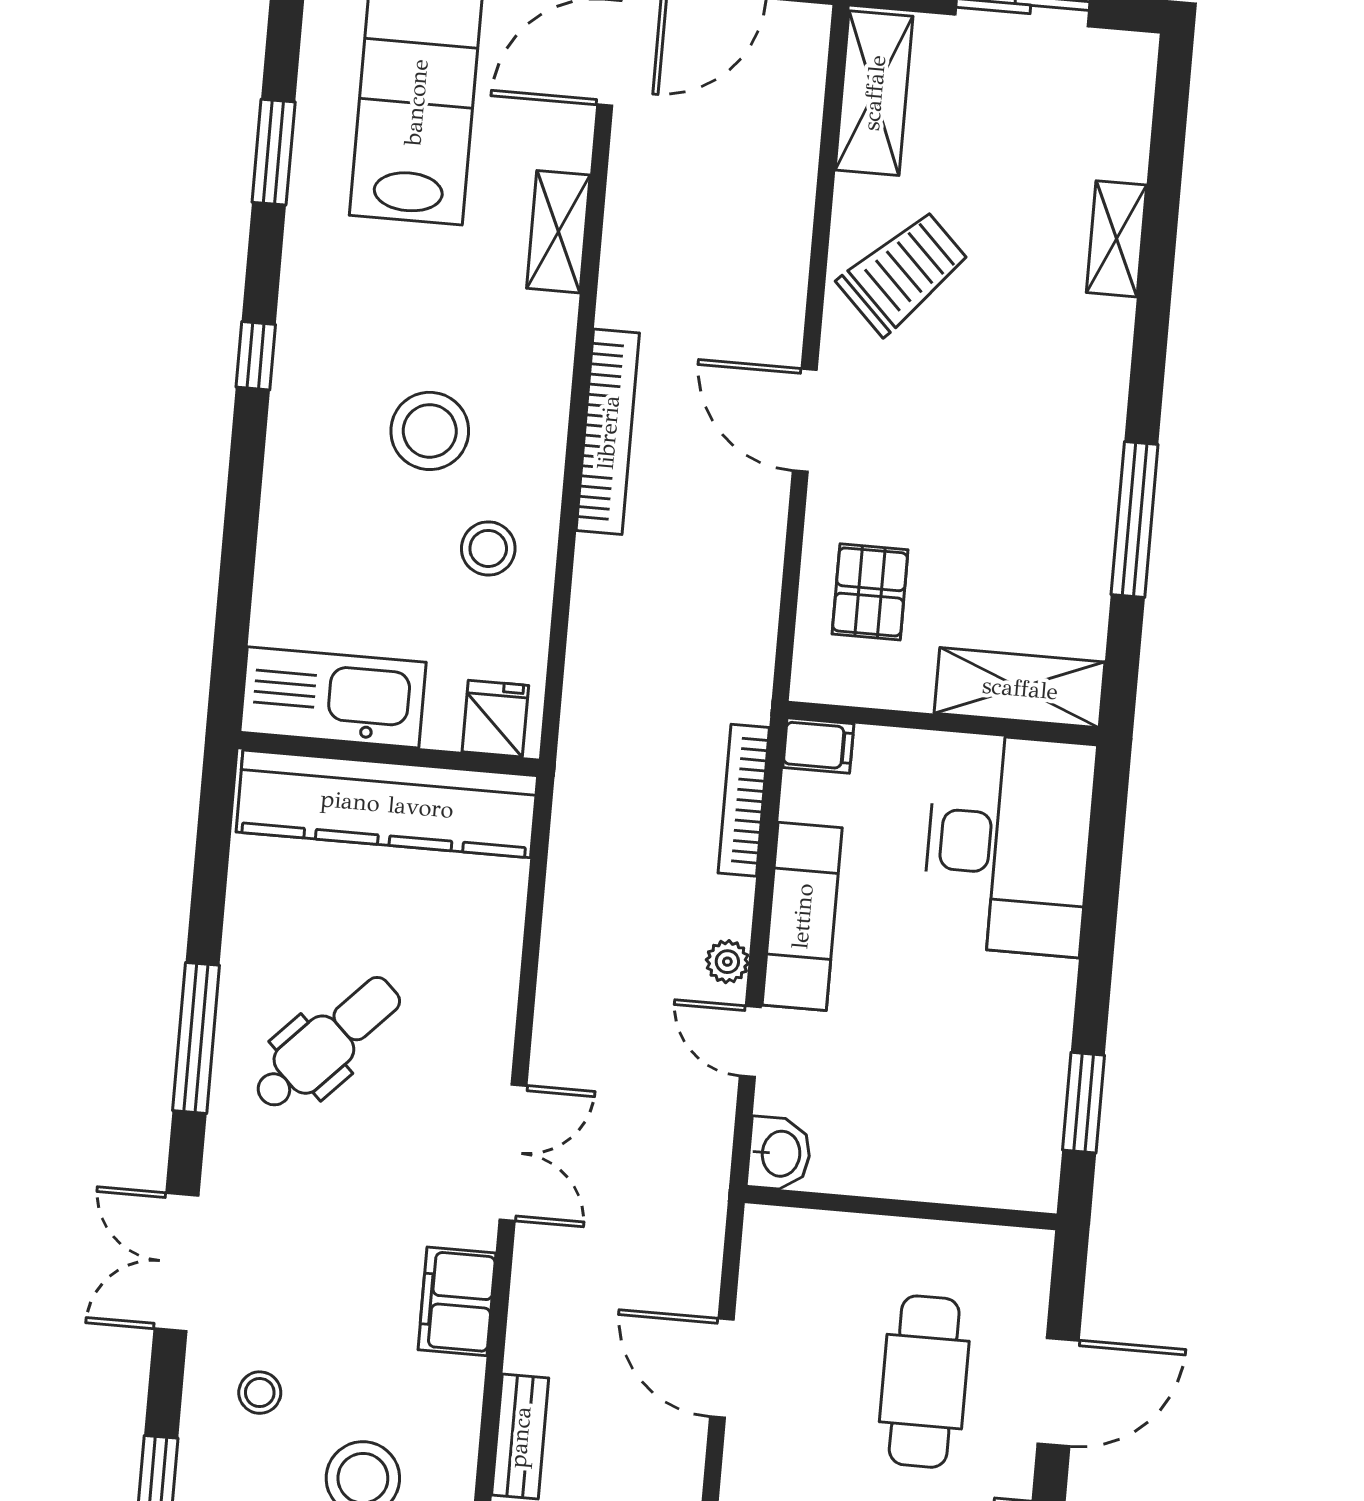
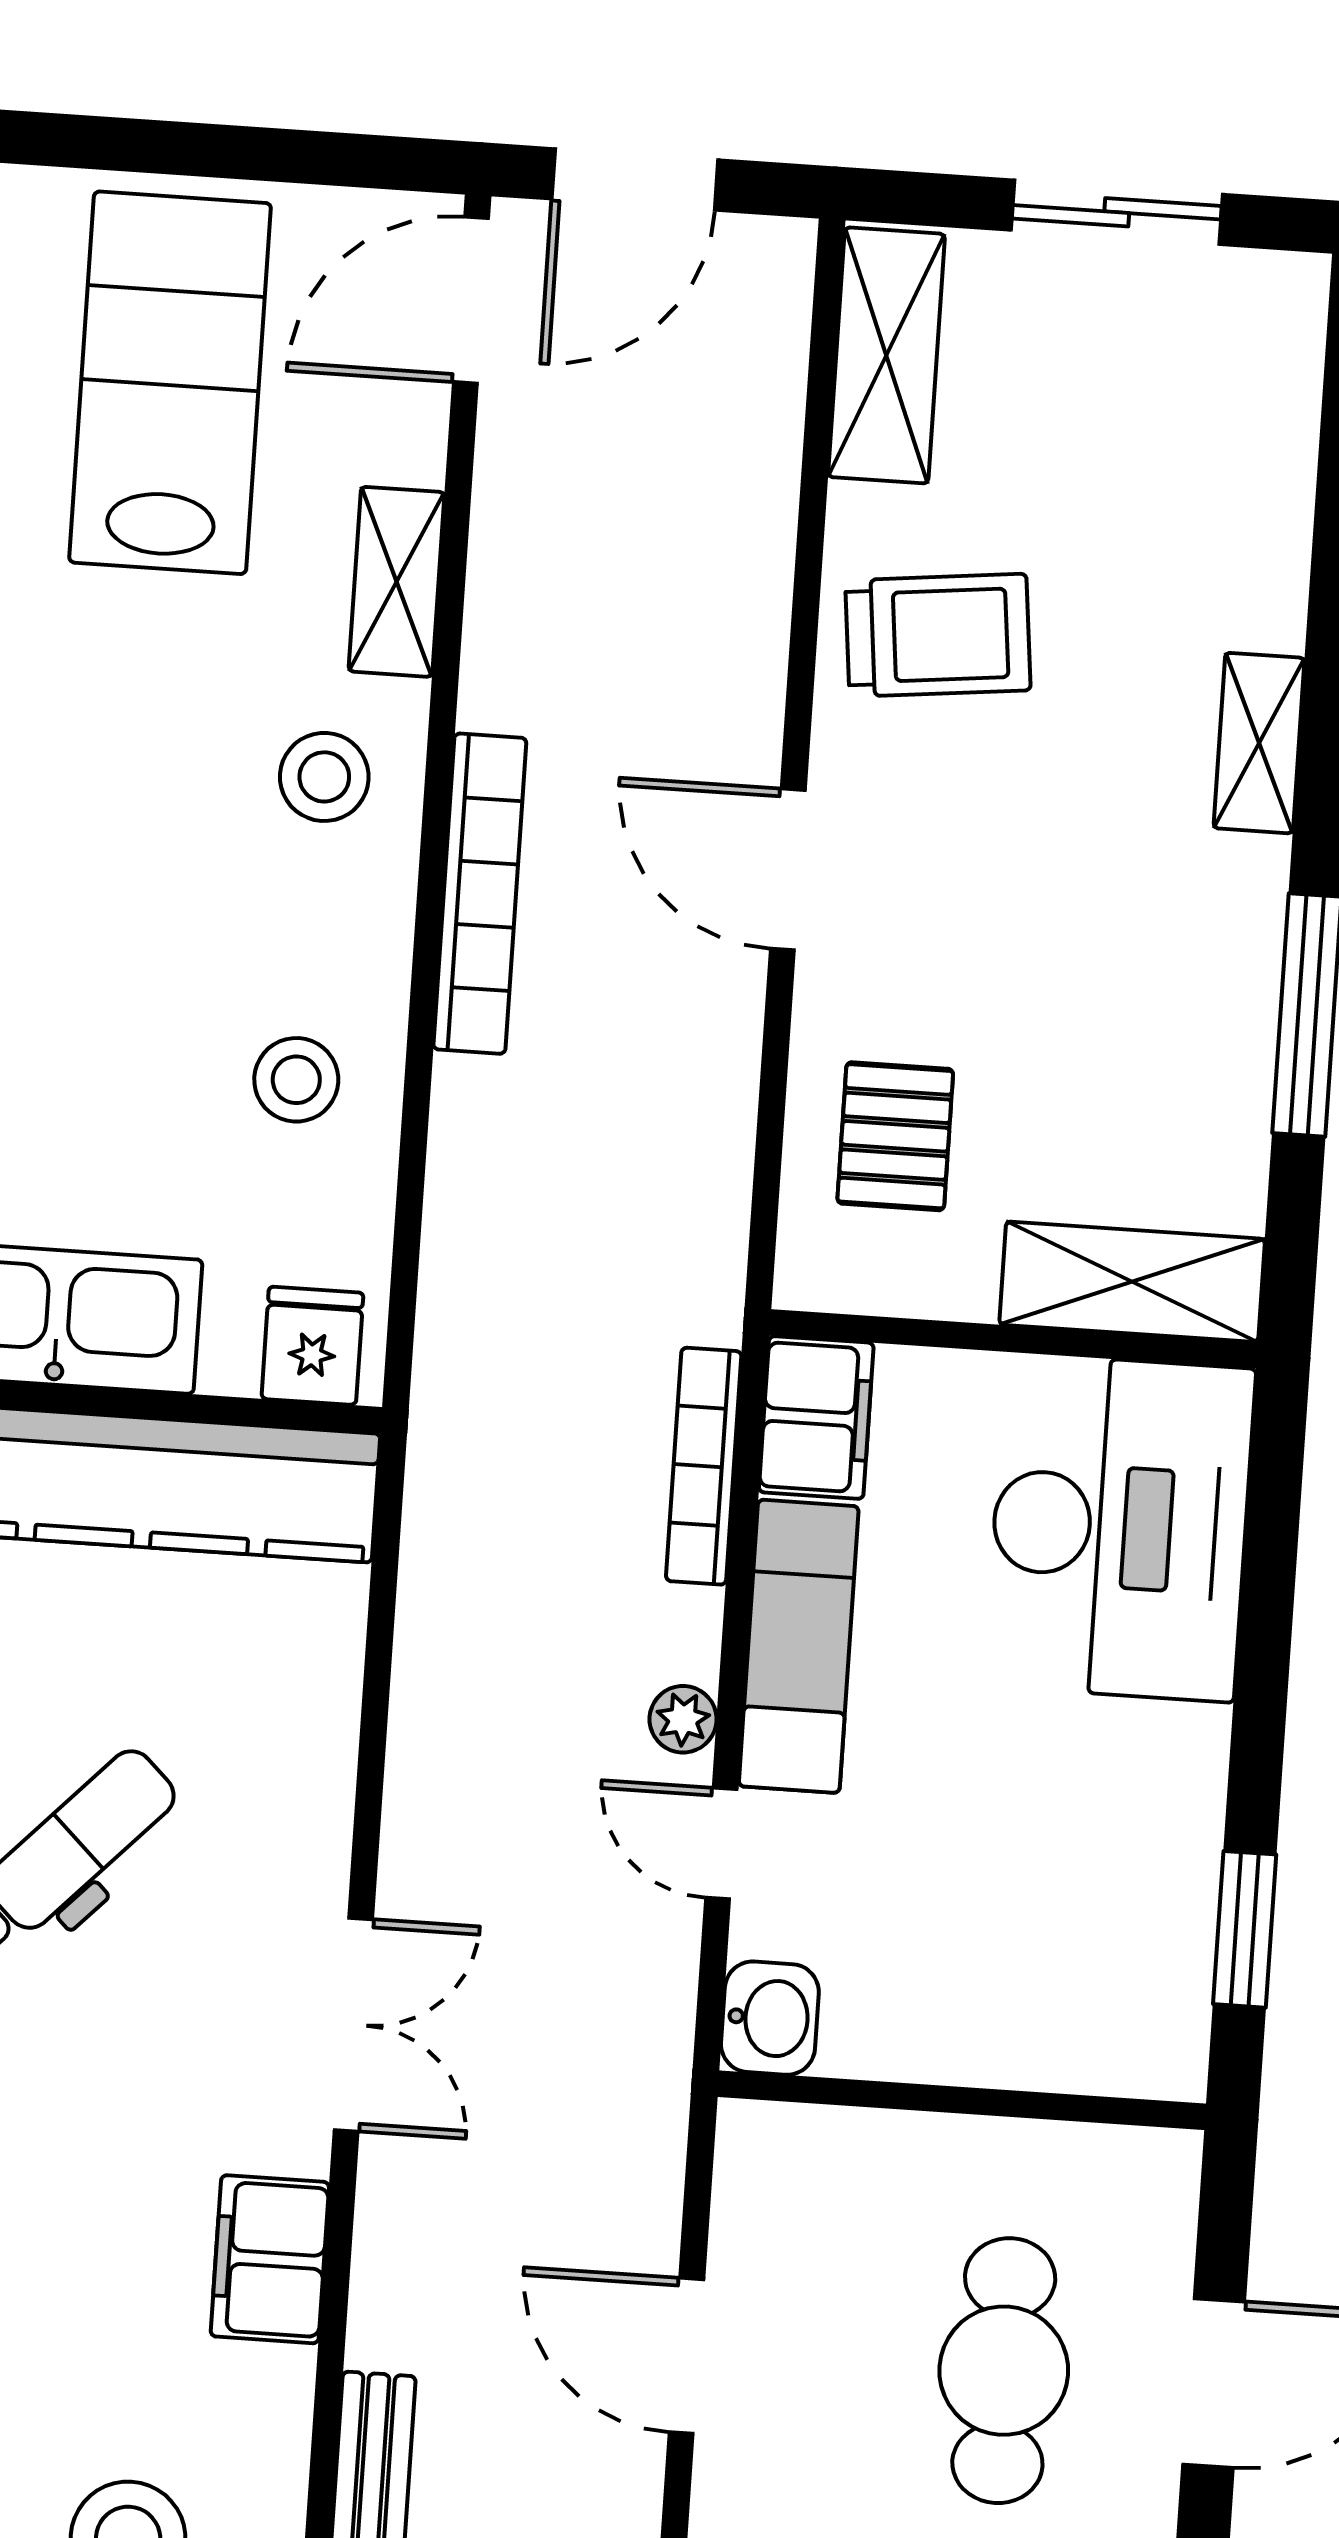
shelving: (1117, 239) -> (1259, 743), moved
trolley: (903, 273) -> (938, 635), turned 39
stool: (430, 431) -> (324, 777), moved, width x0.73, depth x0.73
filing cabinet: (818, 746) -> (816, 1418), width x2.00

